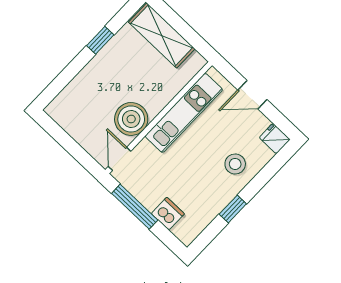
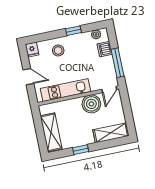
shelving: (73, 96) -> (111, 133), added
plant: (195, 227) -> (96, 34), added

